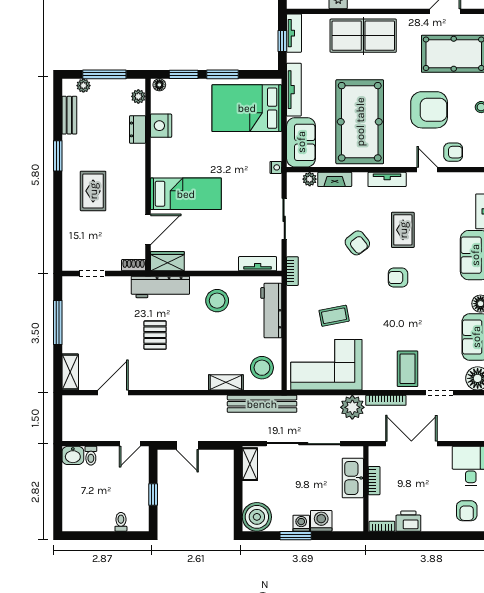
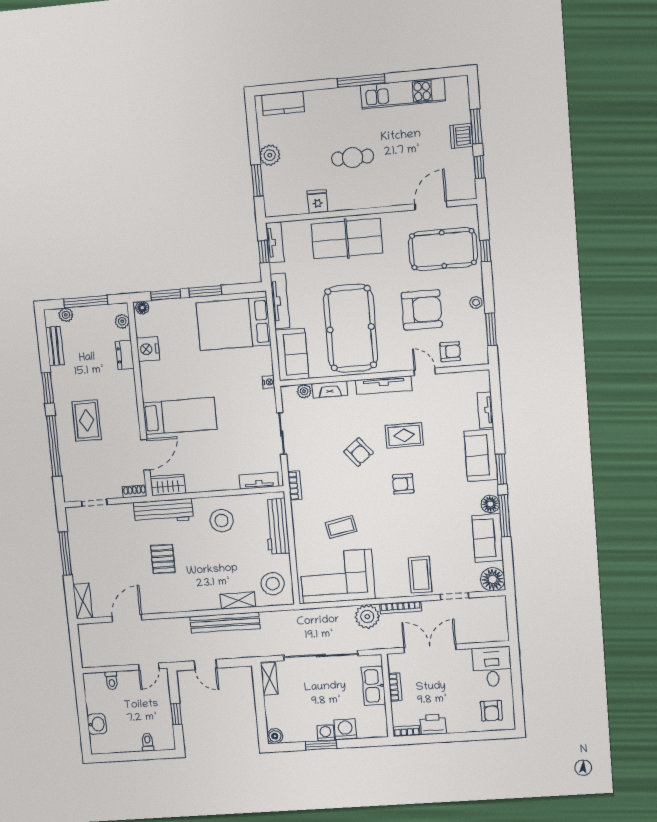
tv unit: (387, 179) -> (384, 385), width x1.41
window: (58, 214) -> (54, 446), added
rug: (403, 230) -> (404, 435), turned 90
bench: (262, 404) -> (225, 623), moved
washbasin: (73, 455) -> (97, 724), moved, turned -90
boiler: (257, 517) -> (275, 736), width x0.54, depth x0.54

